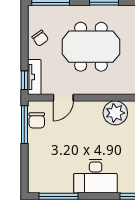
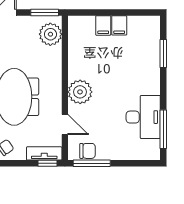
plant: (115, 113) -> (80, 92), moved
desk: (96, 176) -> (143, 117), moved

